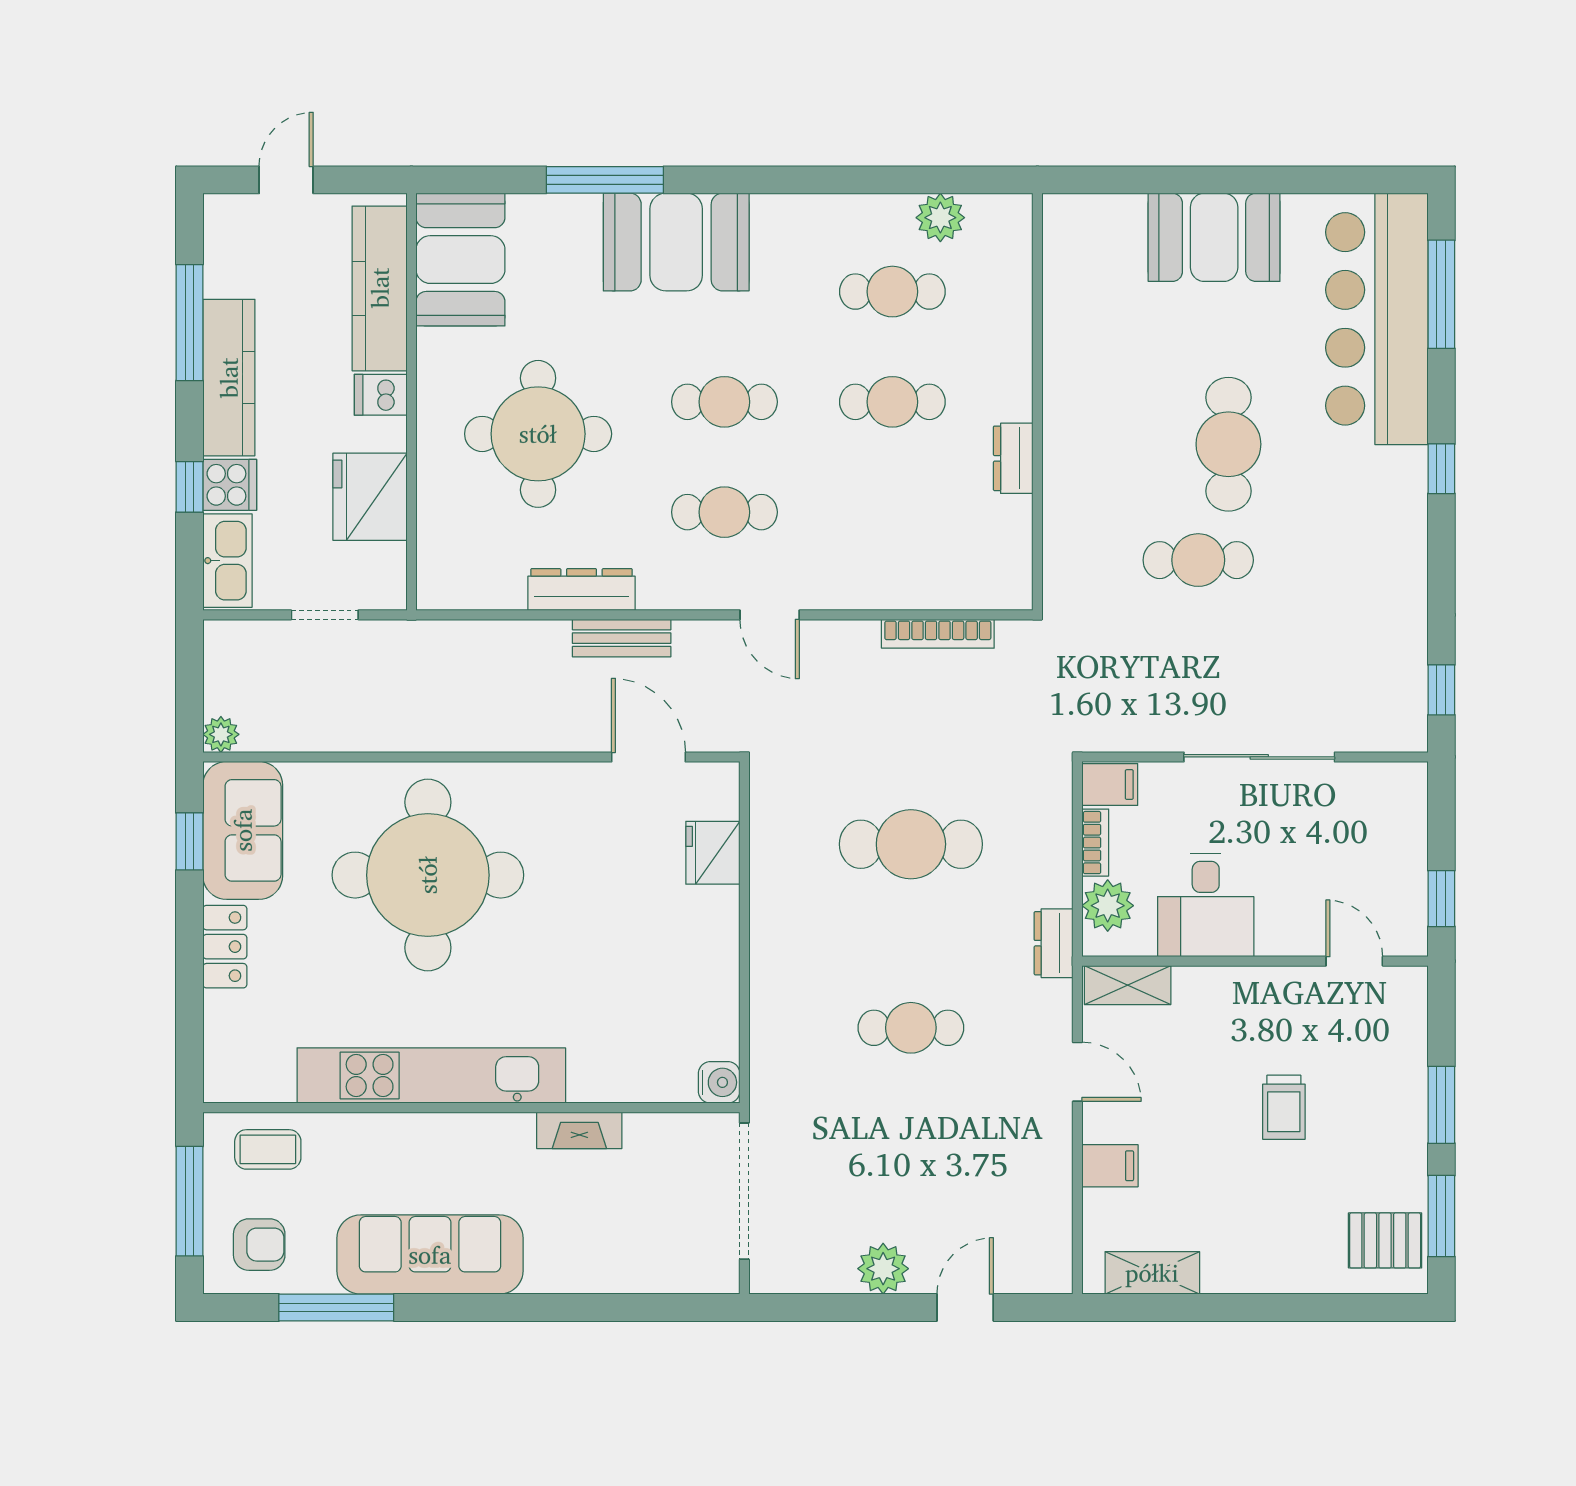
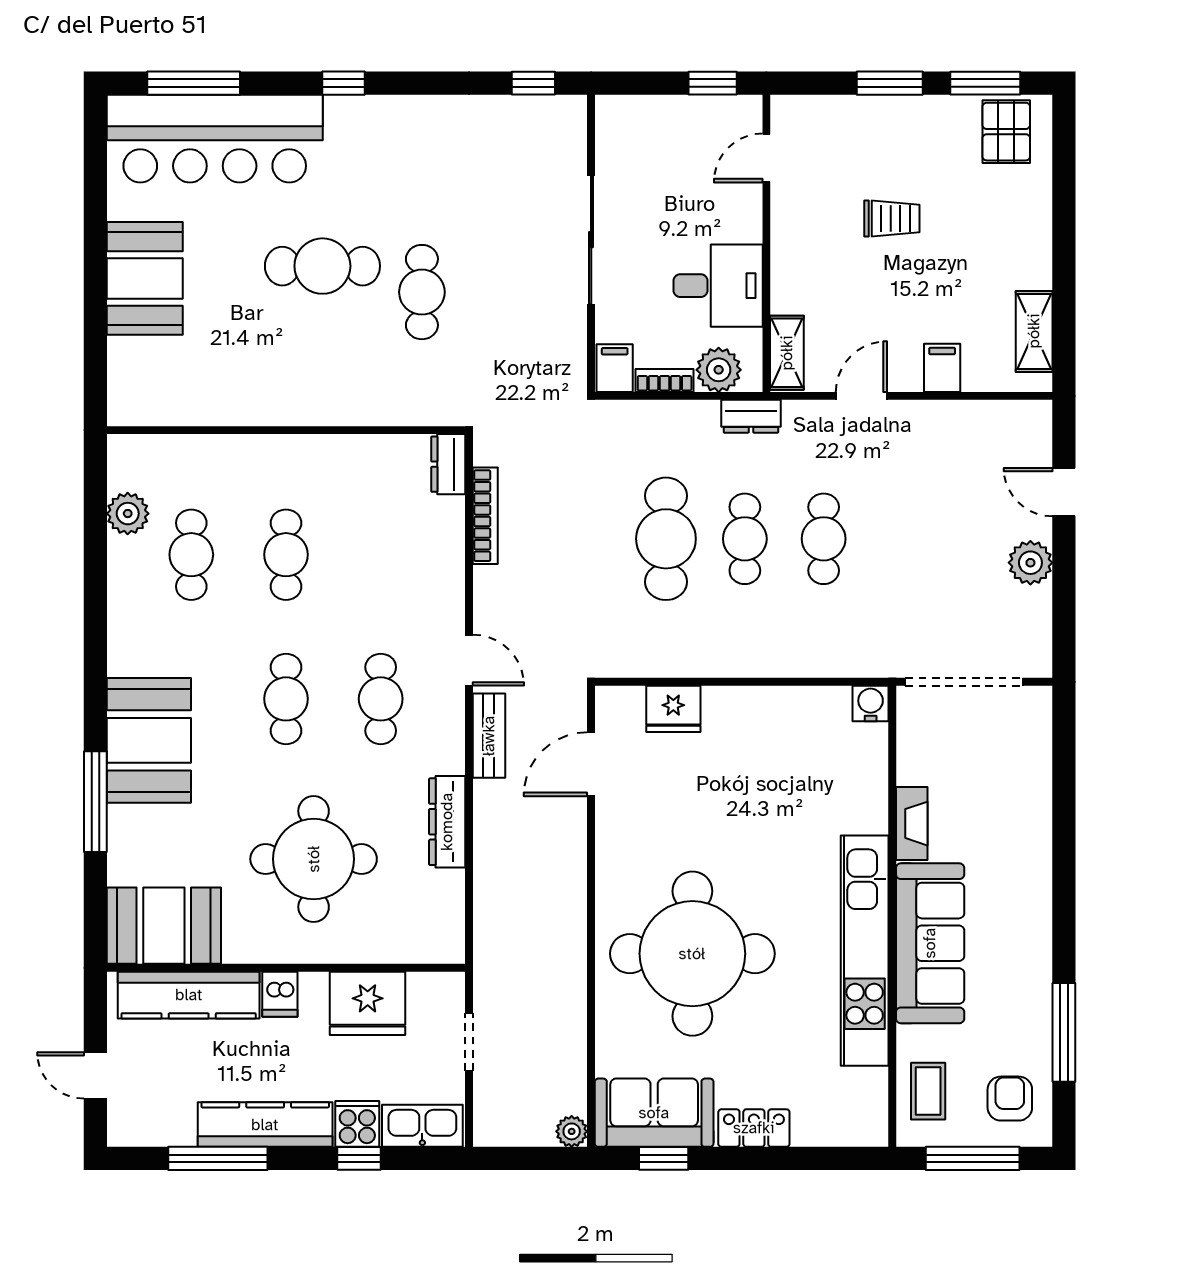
dresser: (1013, 458) -> (448, 464), moved, turned 90
door: (770, 615) -> (469, 660), hinge flipped
bench: (622, 638) -> (489, 736), moved
cafe table: (911, 936) -> (745, 539), added
sofa: (430, 1255) -> (930, 943), moved, turned 180

